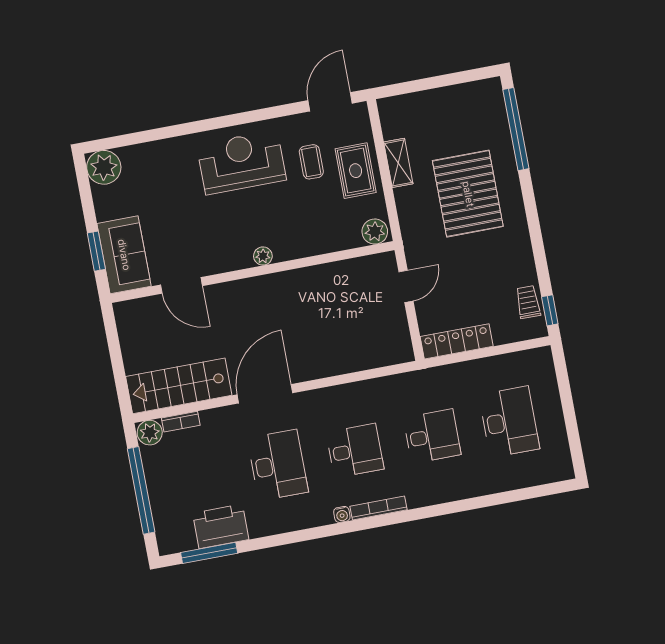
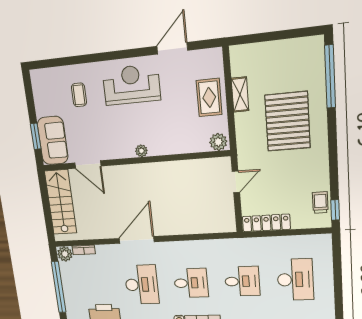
door: (330, 102) -> (172, 48), moved
coffee table: (311, 162) -> (79, 95), moved
plant: (104, 167) -> (41, 80), removed
stairs: (179, 386) -> (61, 202), moved, turned 90

